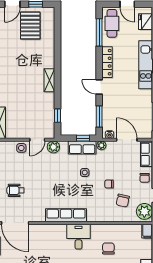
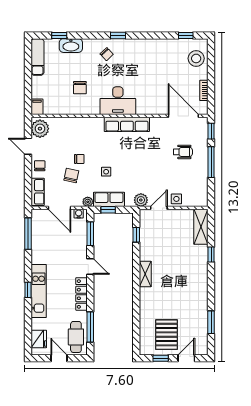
chair: (123, 201) -> (71, 175), moved
desk: (78, 237) -> (118, 101), width x1.37

